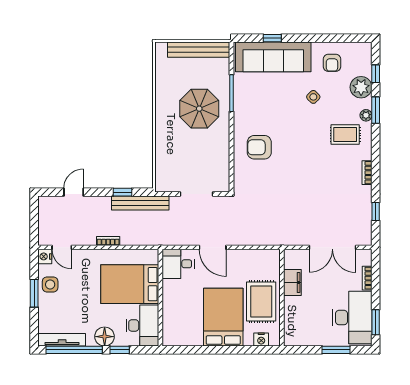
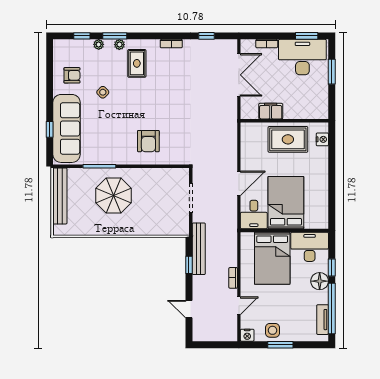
plant: (361, 87) -> (99, 44), width x0.53, depth x0.53
door: (62, 247) -> (239, 306), moved
bed: (223, 317) -> (286, 203), moved, turned 90
tv unit: (62, 340) -> (323, 320), width x0.71

